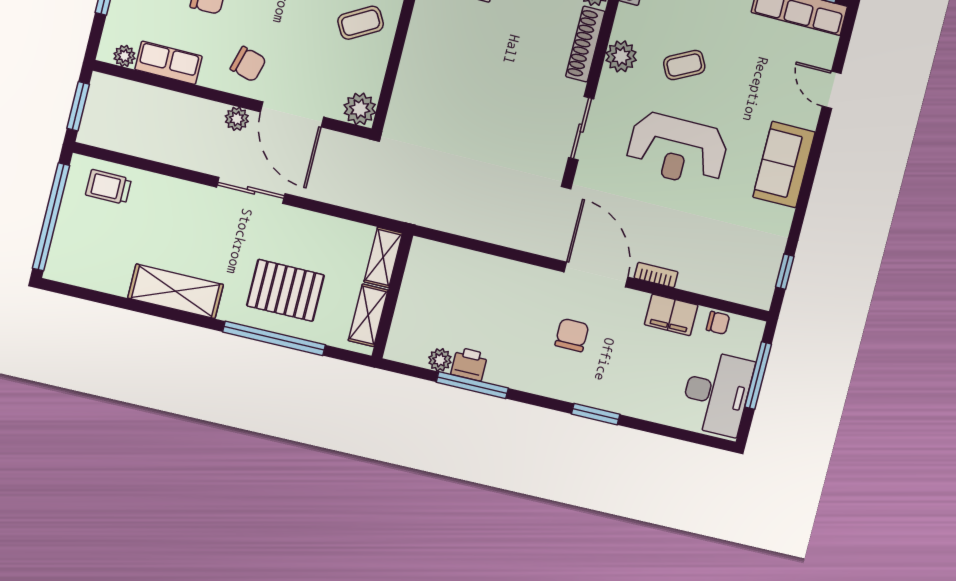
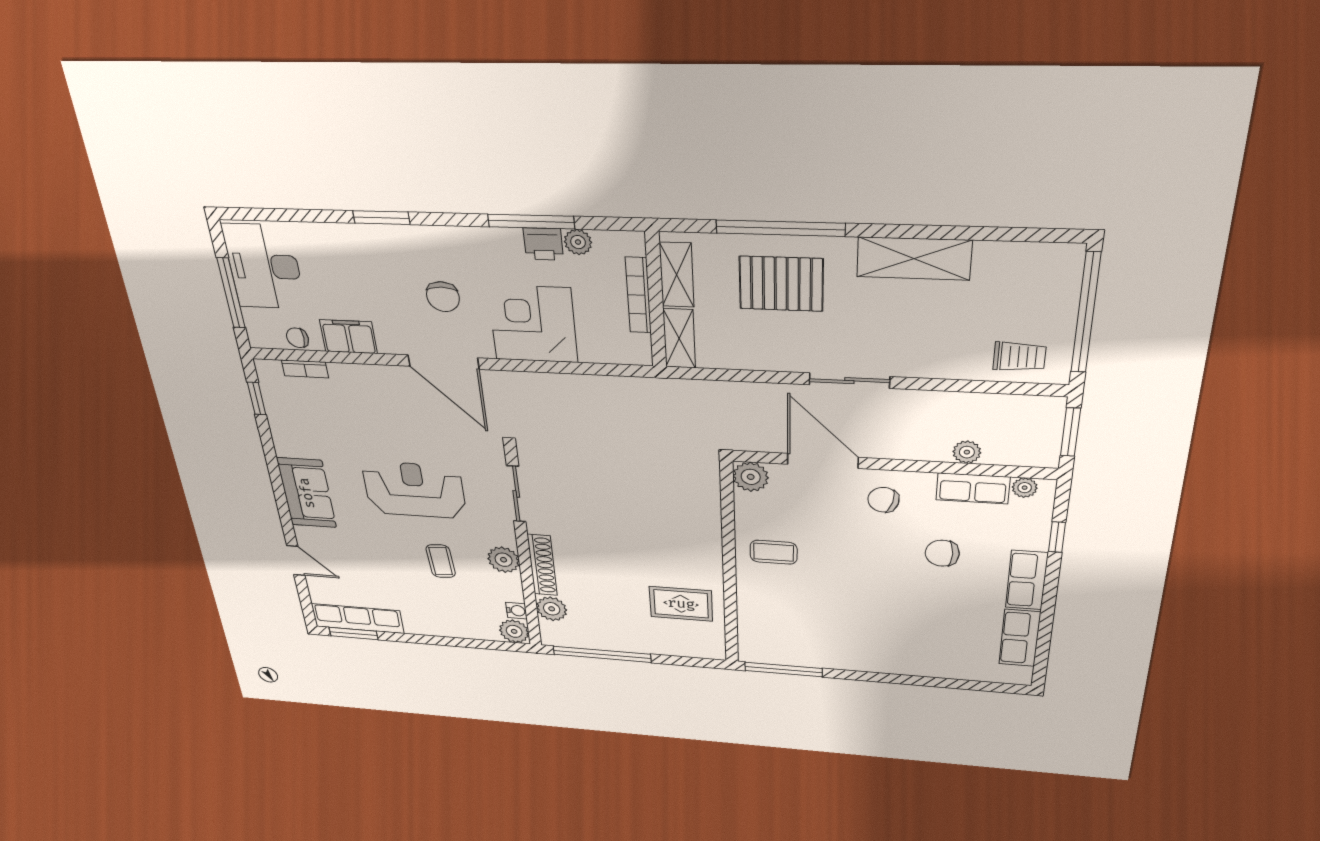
coffee table: (361, 23) -> (774, 552), turned 30
coffee table: (684, 65) -> (441, 561), turned -67
plant: (237, 119) -> (967, 452), moved
bookcase: (656, 275) -> (305, 369), moved
corner desk: (504, 295) -> (533, 324), added
bookcase: (405, 303) -> (638, 295), added

